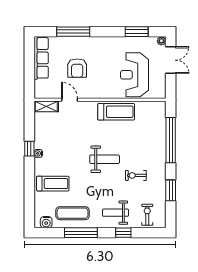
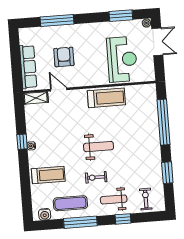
row of seats: (41, 58) -> (28, 67), moved
armchair: (77, 68) -> (64, 57), turned 180
reception desk: (134, 75) -> (122, 59), turned 180
exercise bike: (136, 175) -> (96, 177), moved

